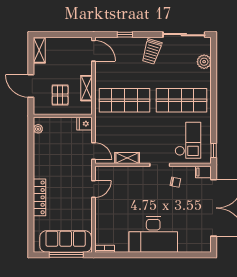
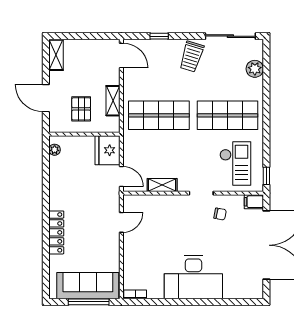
fridge: (85, 124) -> (108, 150), width x1.88, depth x1.34

